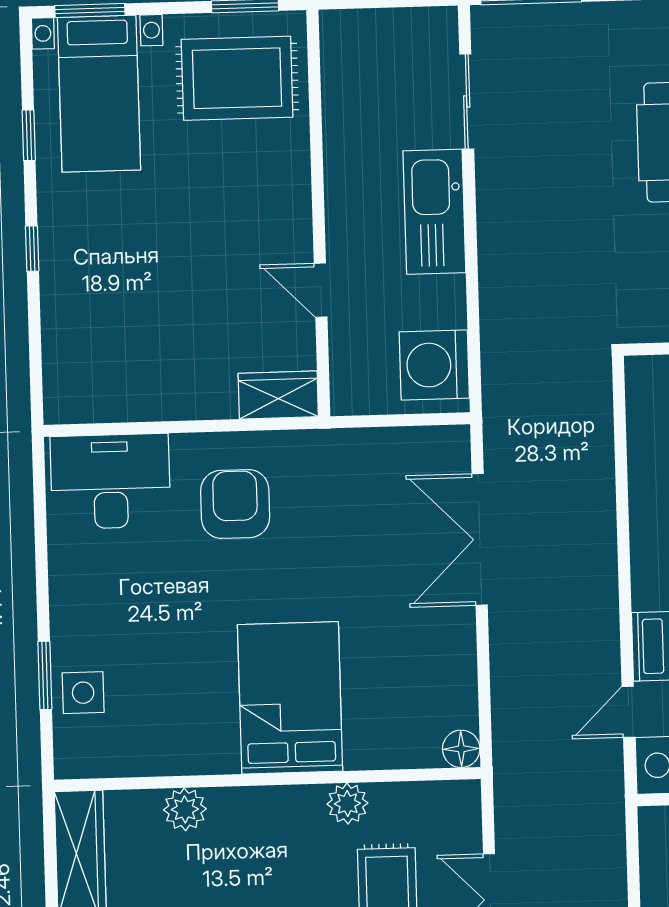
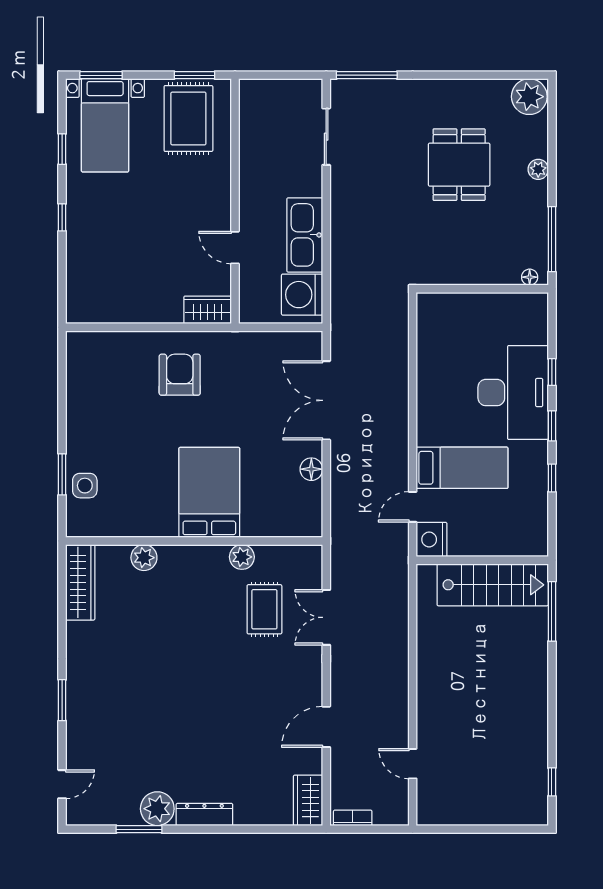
rug: (237, 78) -> (188, 119), turned 90
kitchen sink: (434, 212) -> (305, 235), moved
desk: (110, 481) -> (105, 359), removed
floor lamp: (461, 749) -> (311, 469), moved

